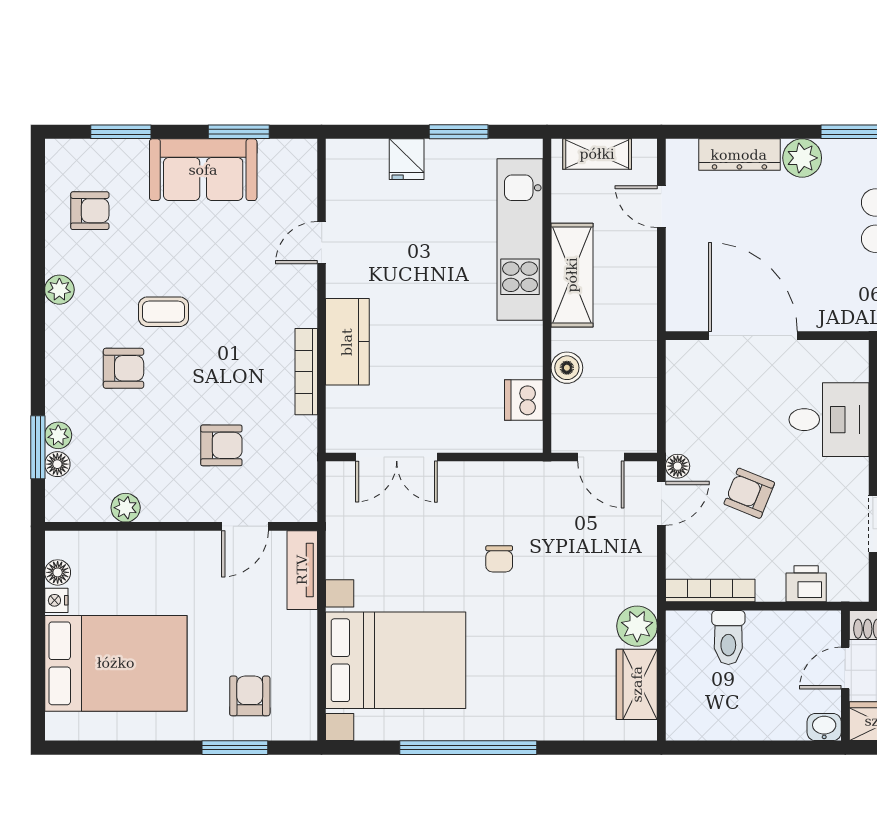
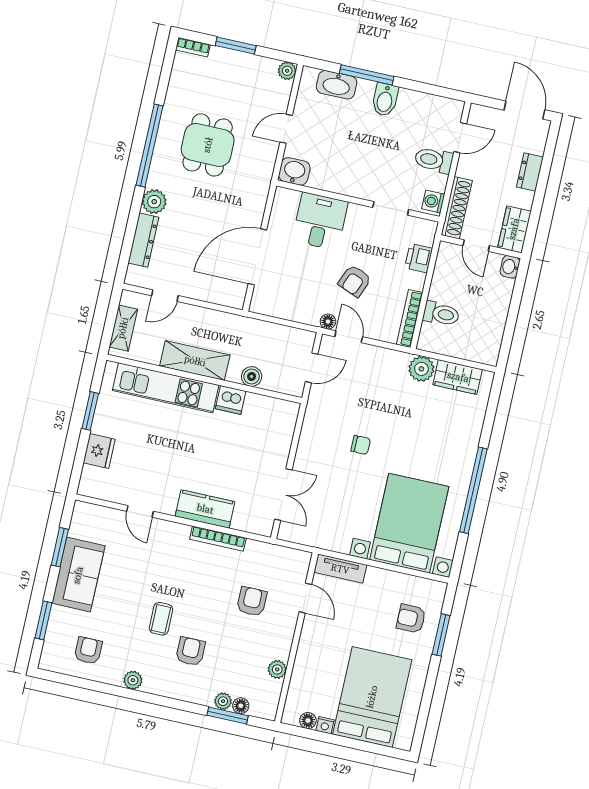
fridge: (407, 159) -> (99, 451), width x1.38
dishwasher: (524, 400) -> (231, 400), moved

